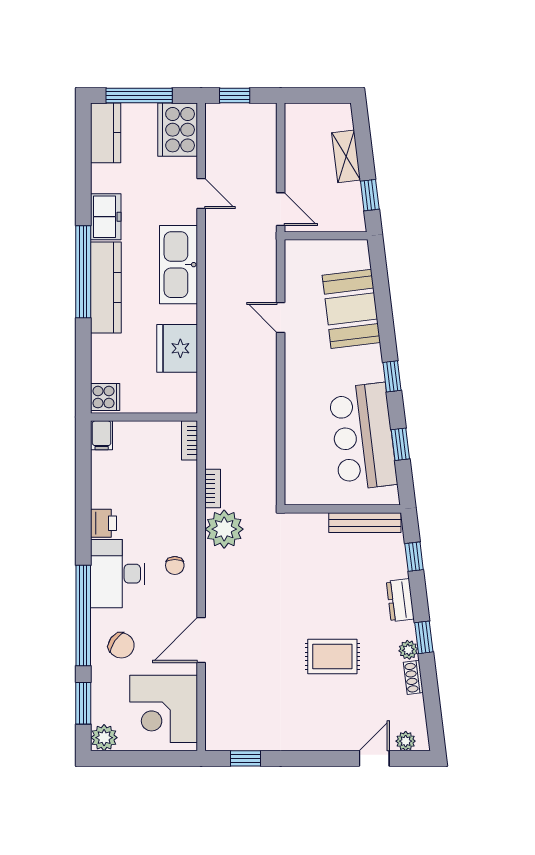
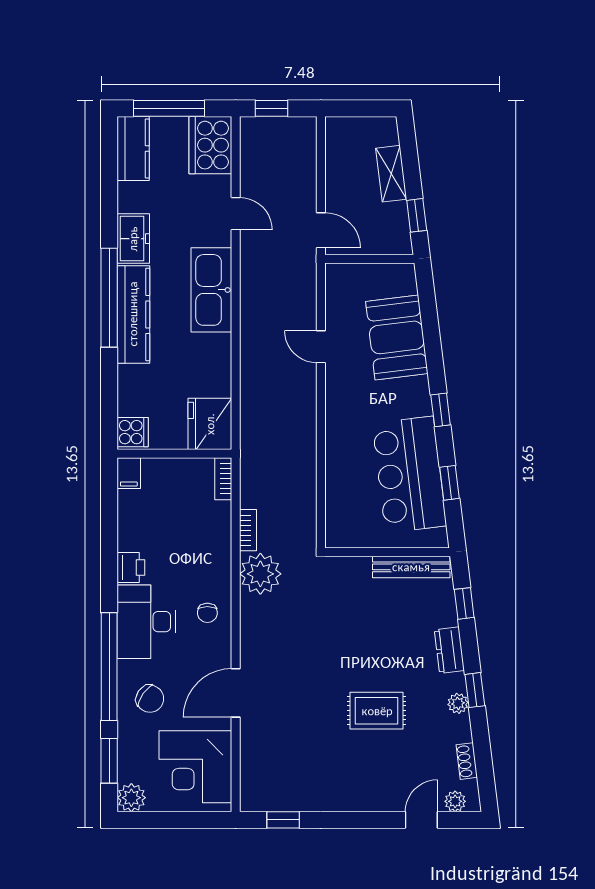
fridge: (177, 348) -> (210, 424), moved
shoe rack: (413, 677) -> (467, 761), moved

